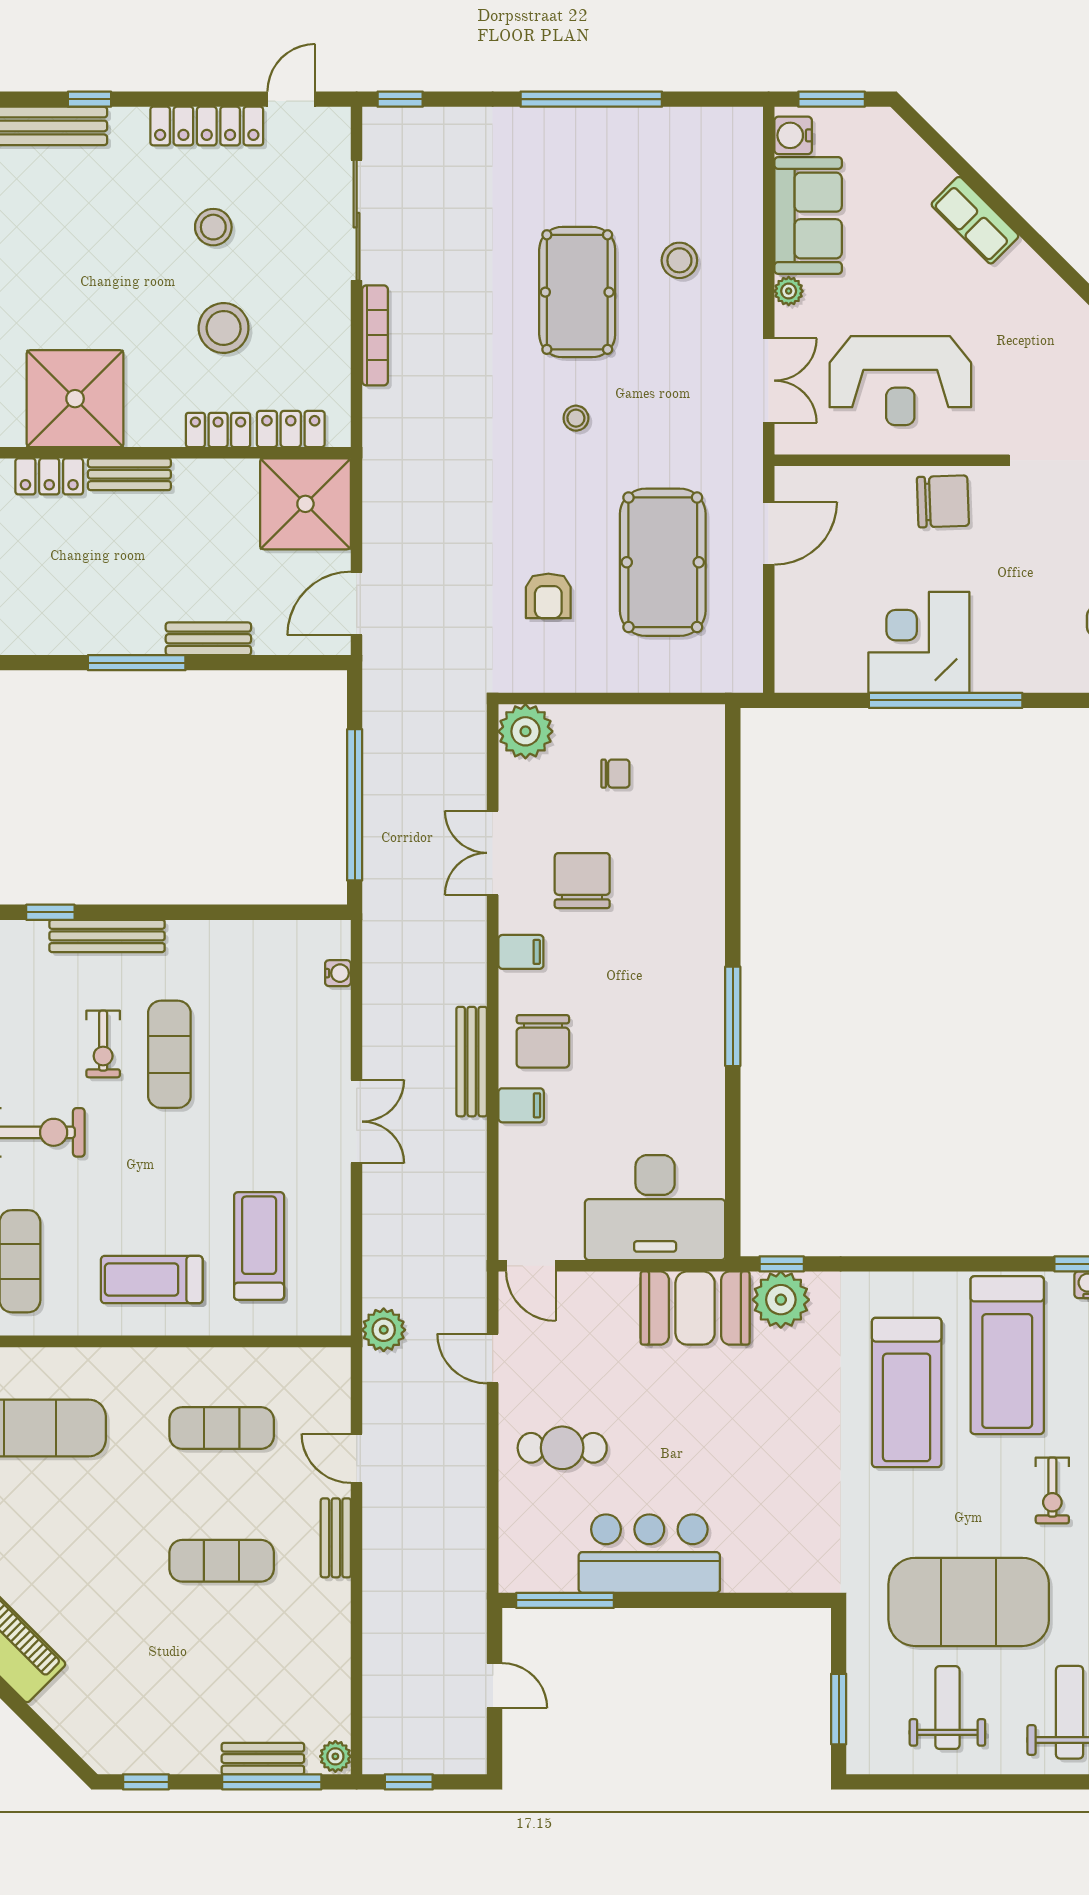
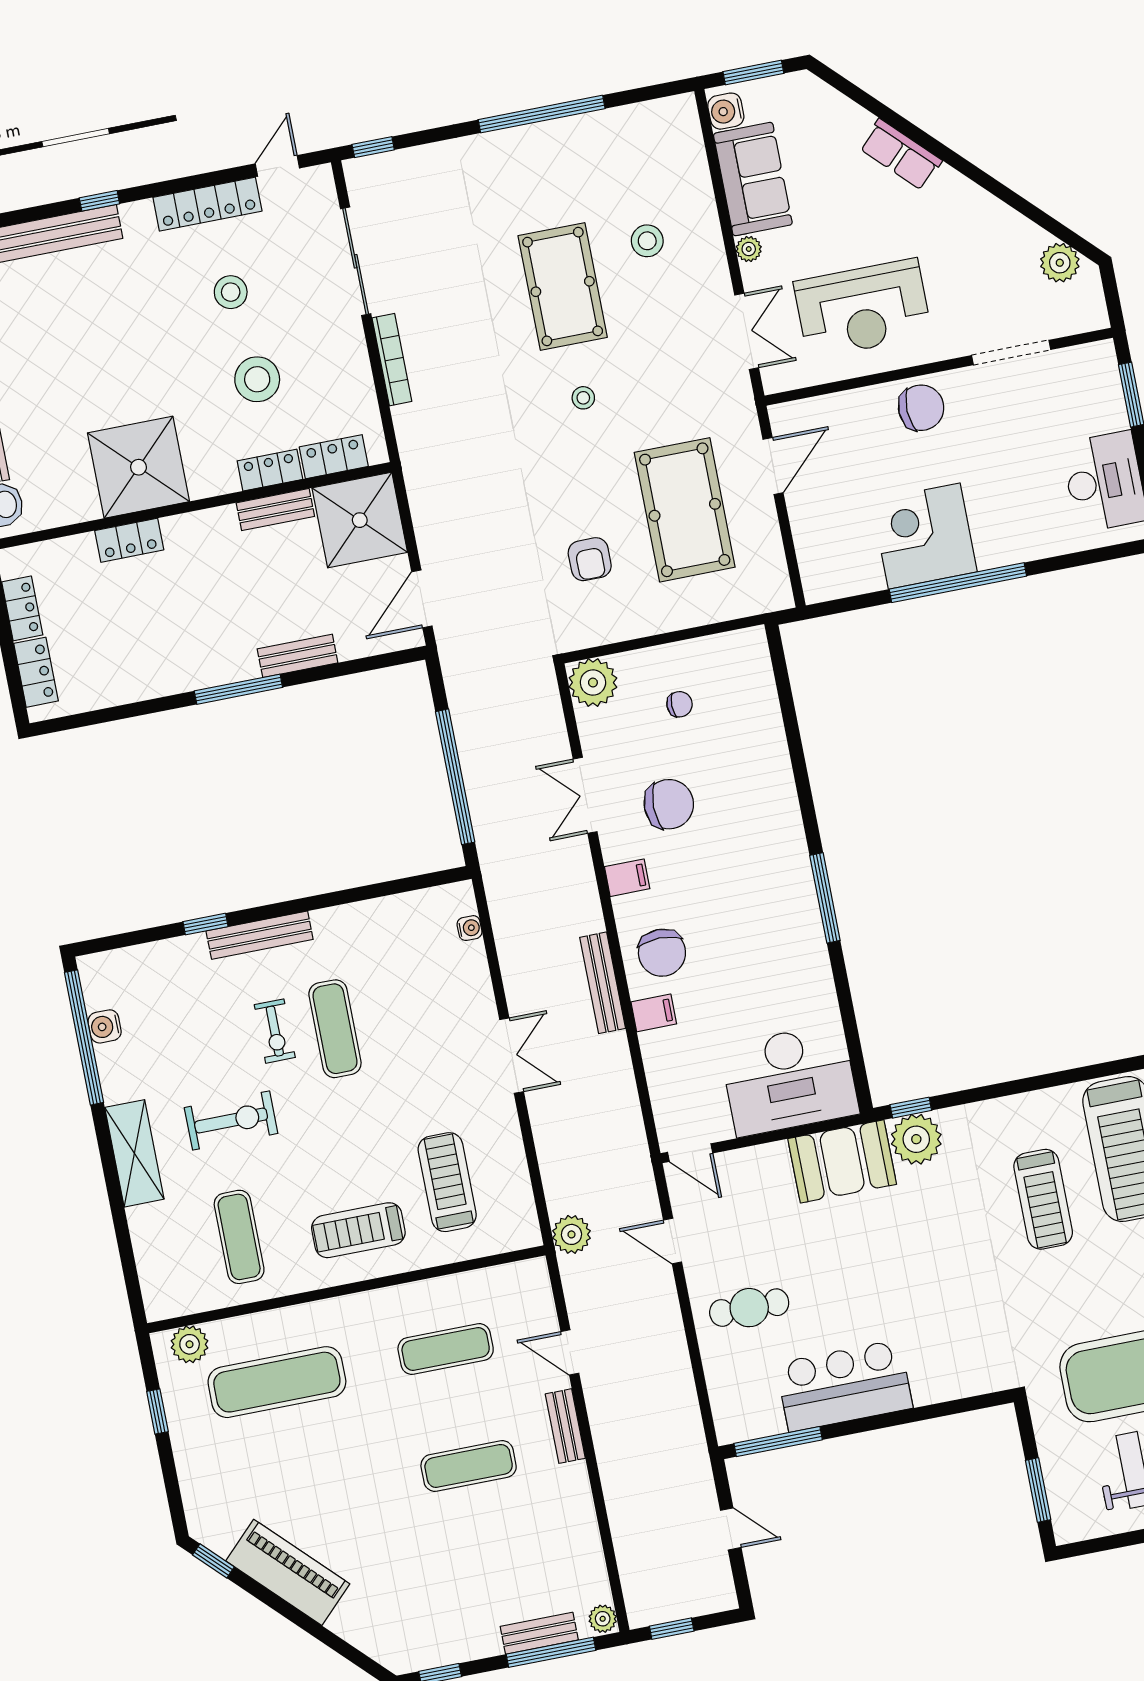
bench: (129, 474) -> (275, 510), moved
chair: (582, 881) -> (669, 804), turned 90
treadmill: (907, 1392) -> (1043, 1199), width x0.73, depth x0.73

